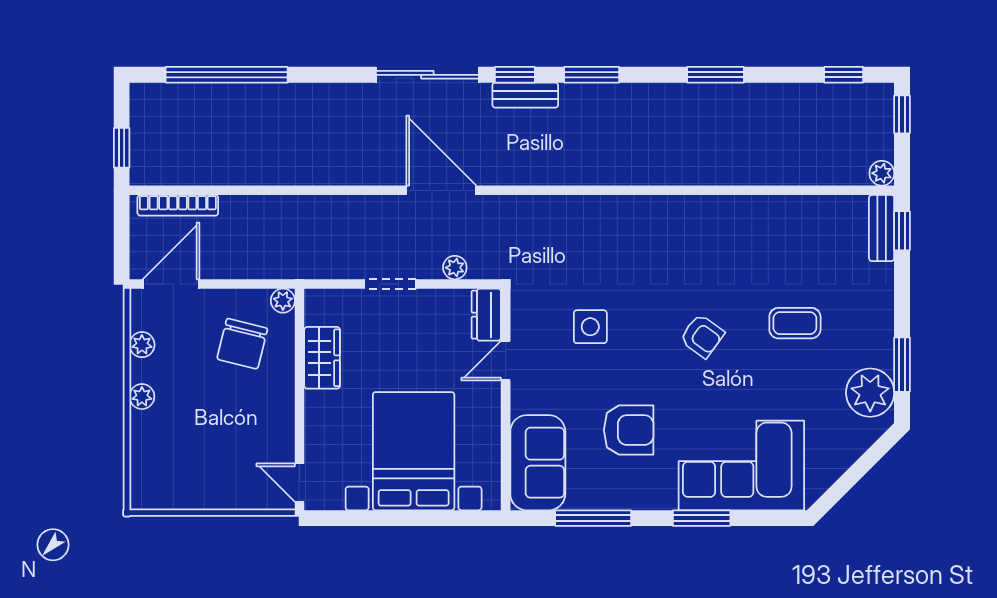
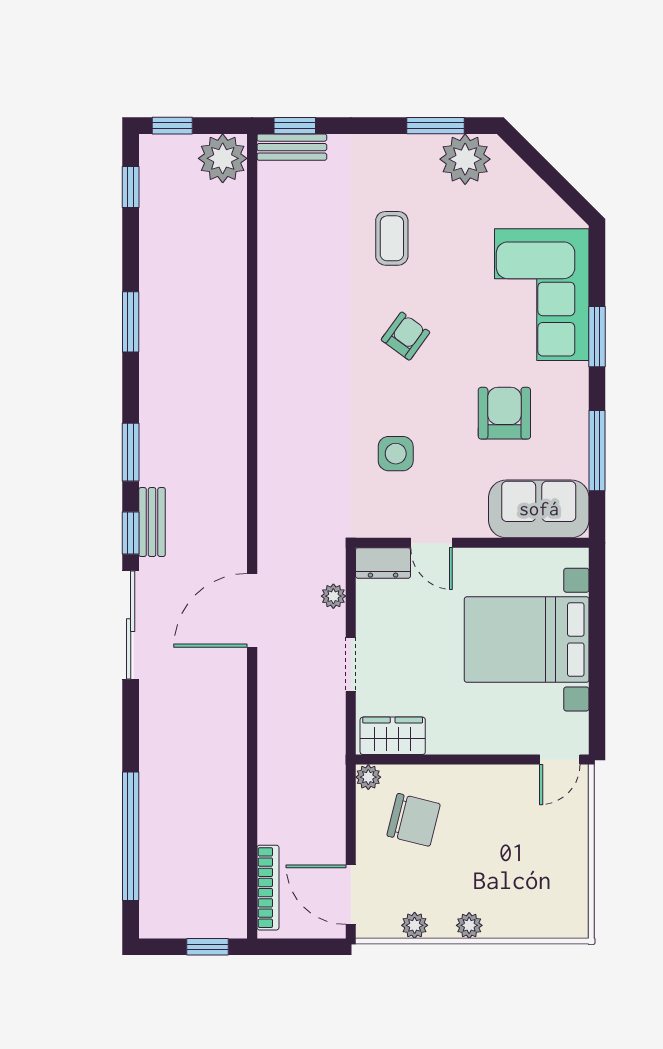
plant: (882, 173) -> (223, 158), width x1.88, depth x1.88
wardrobe: (322, 358) -> (393, 736), moved

